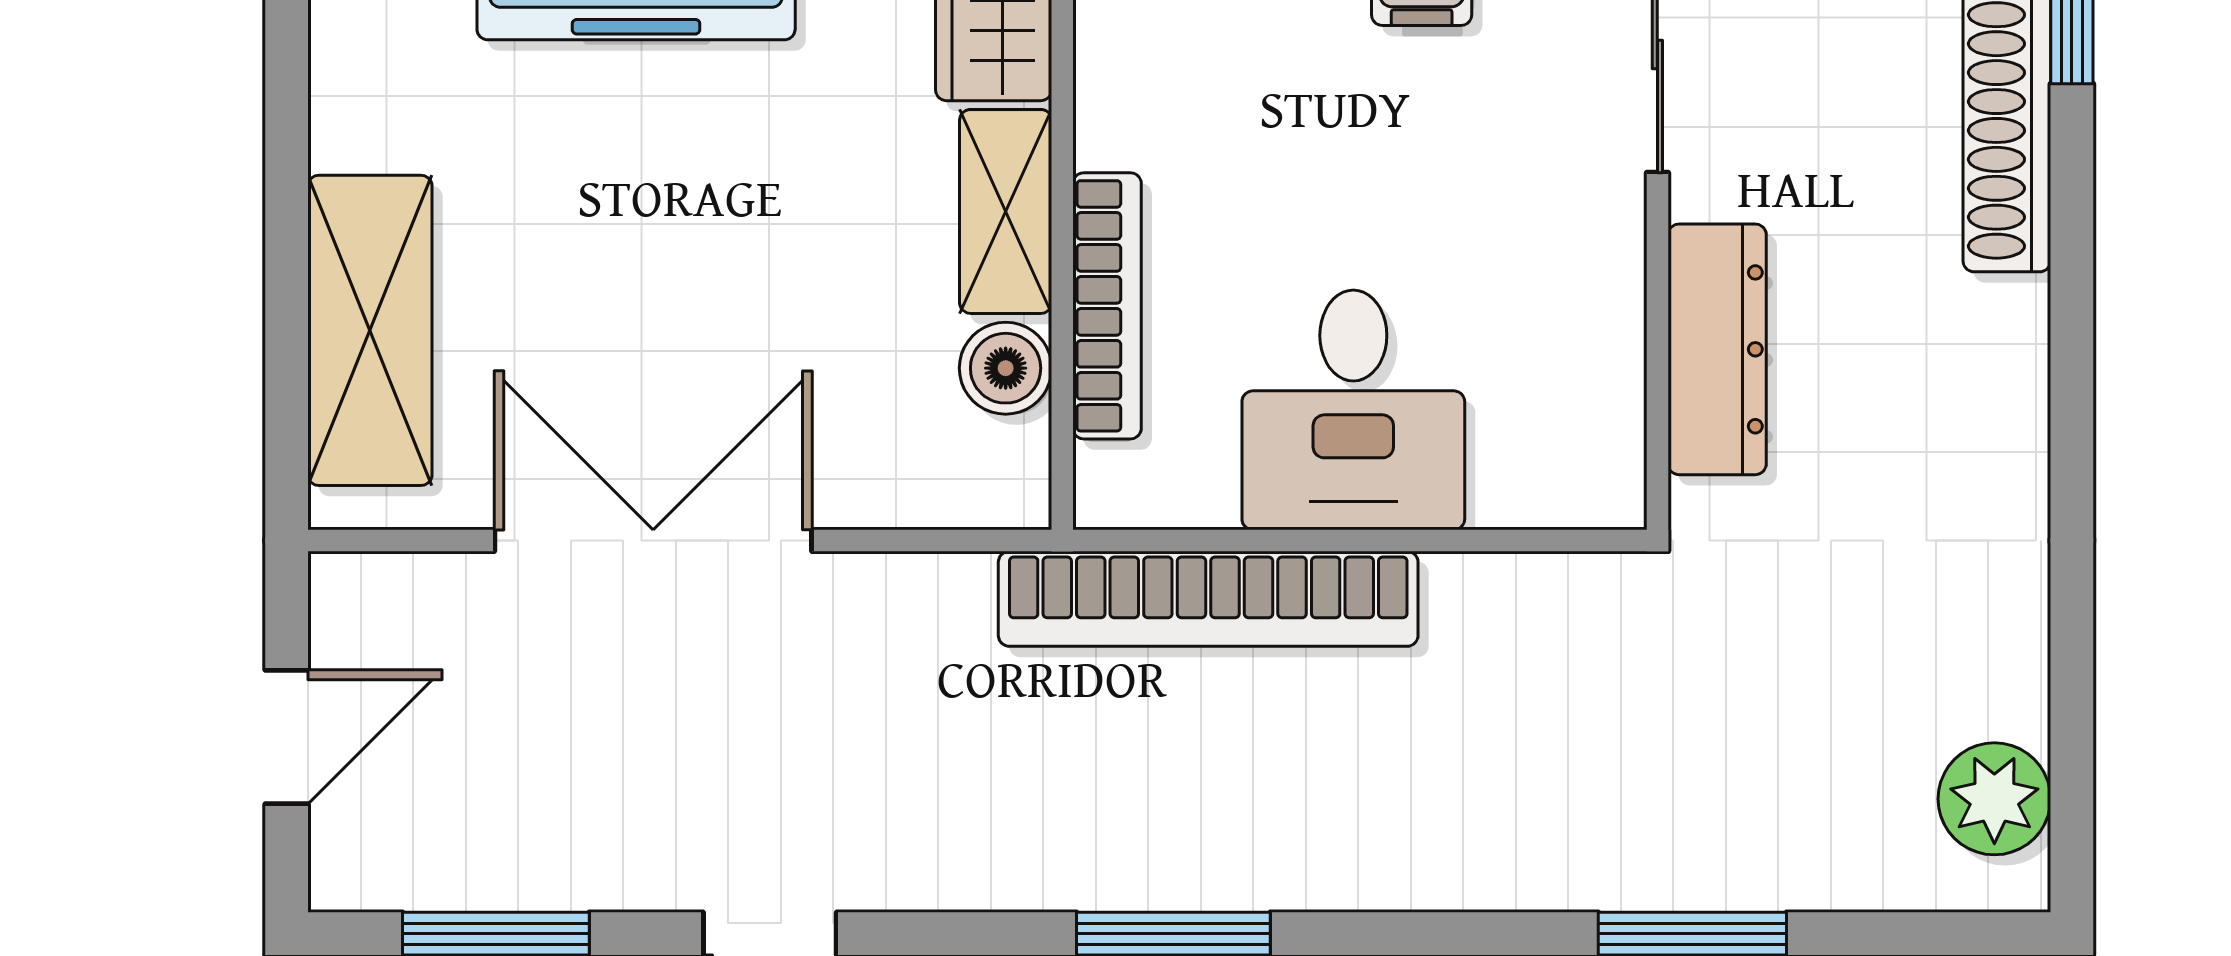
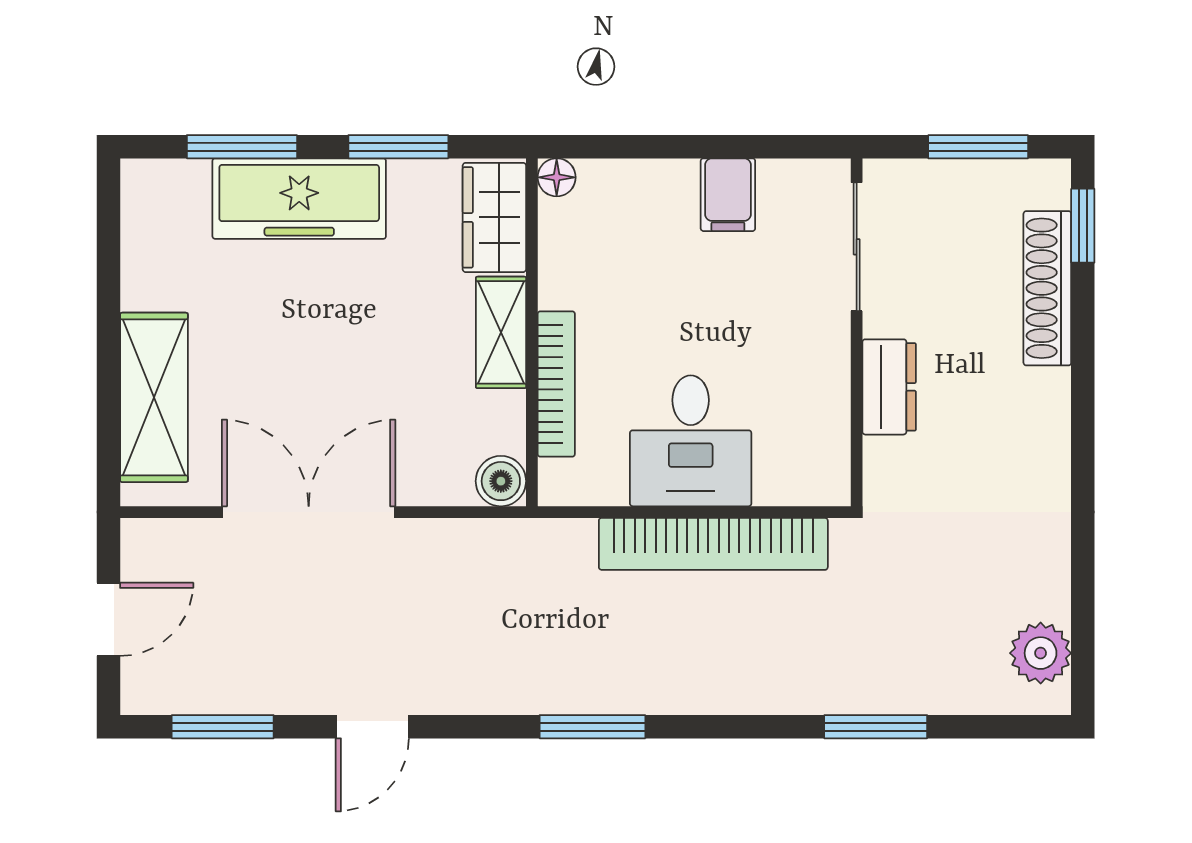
dresser: (1717, 349) -> (889, 387), width x0.70
boiler: (1006, 368) -> (501, 481), moved
bookcase: (1208, 599) -> (713, 544), moved

